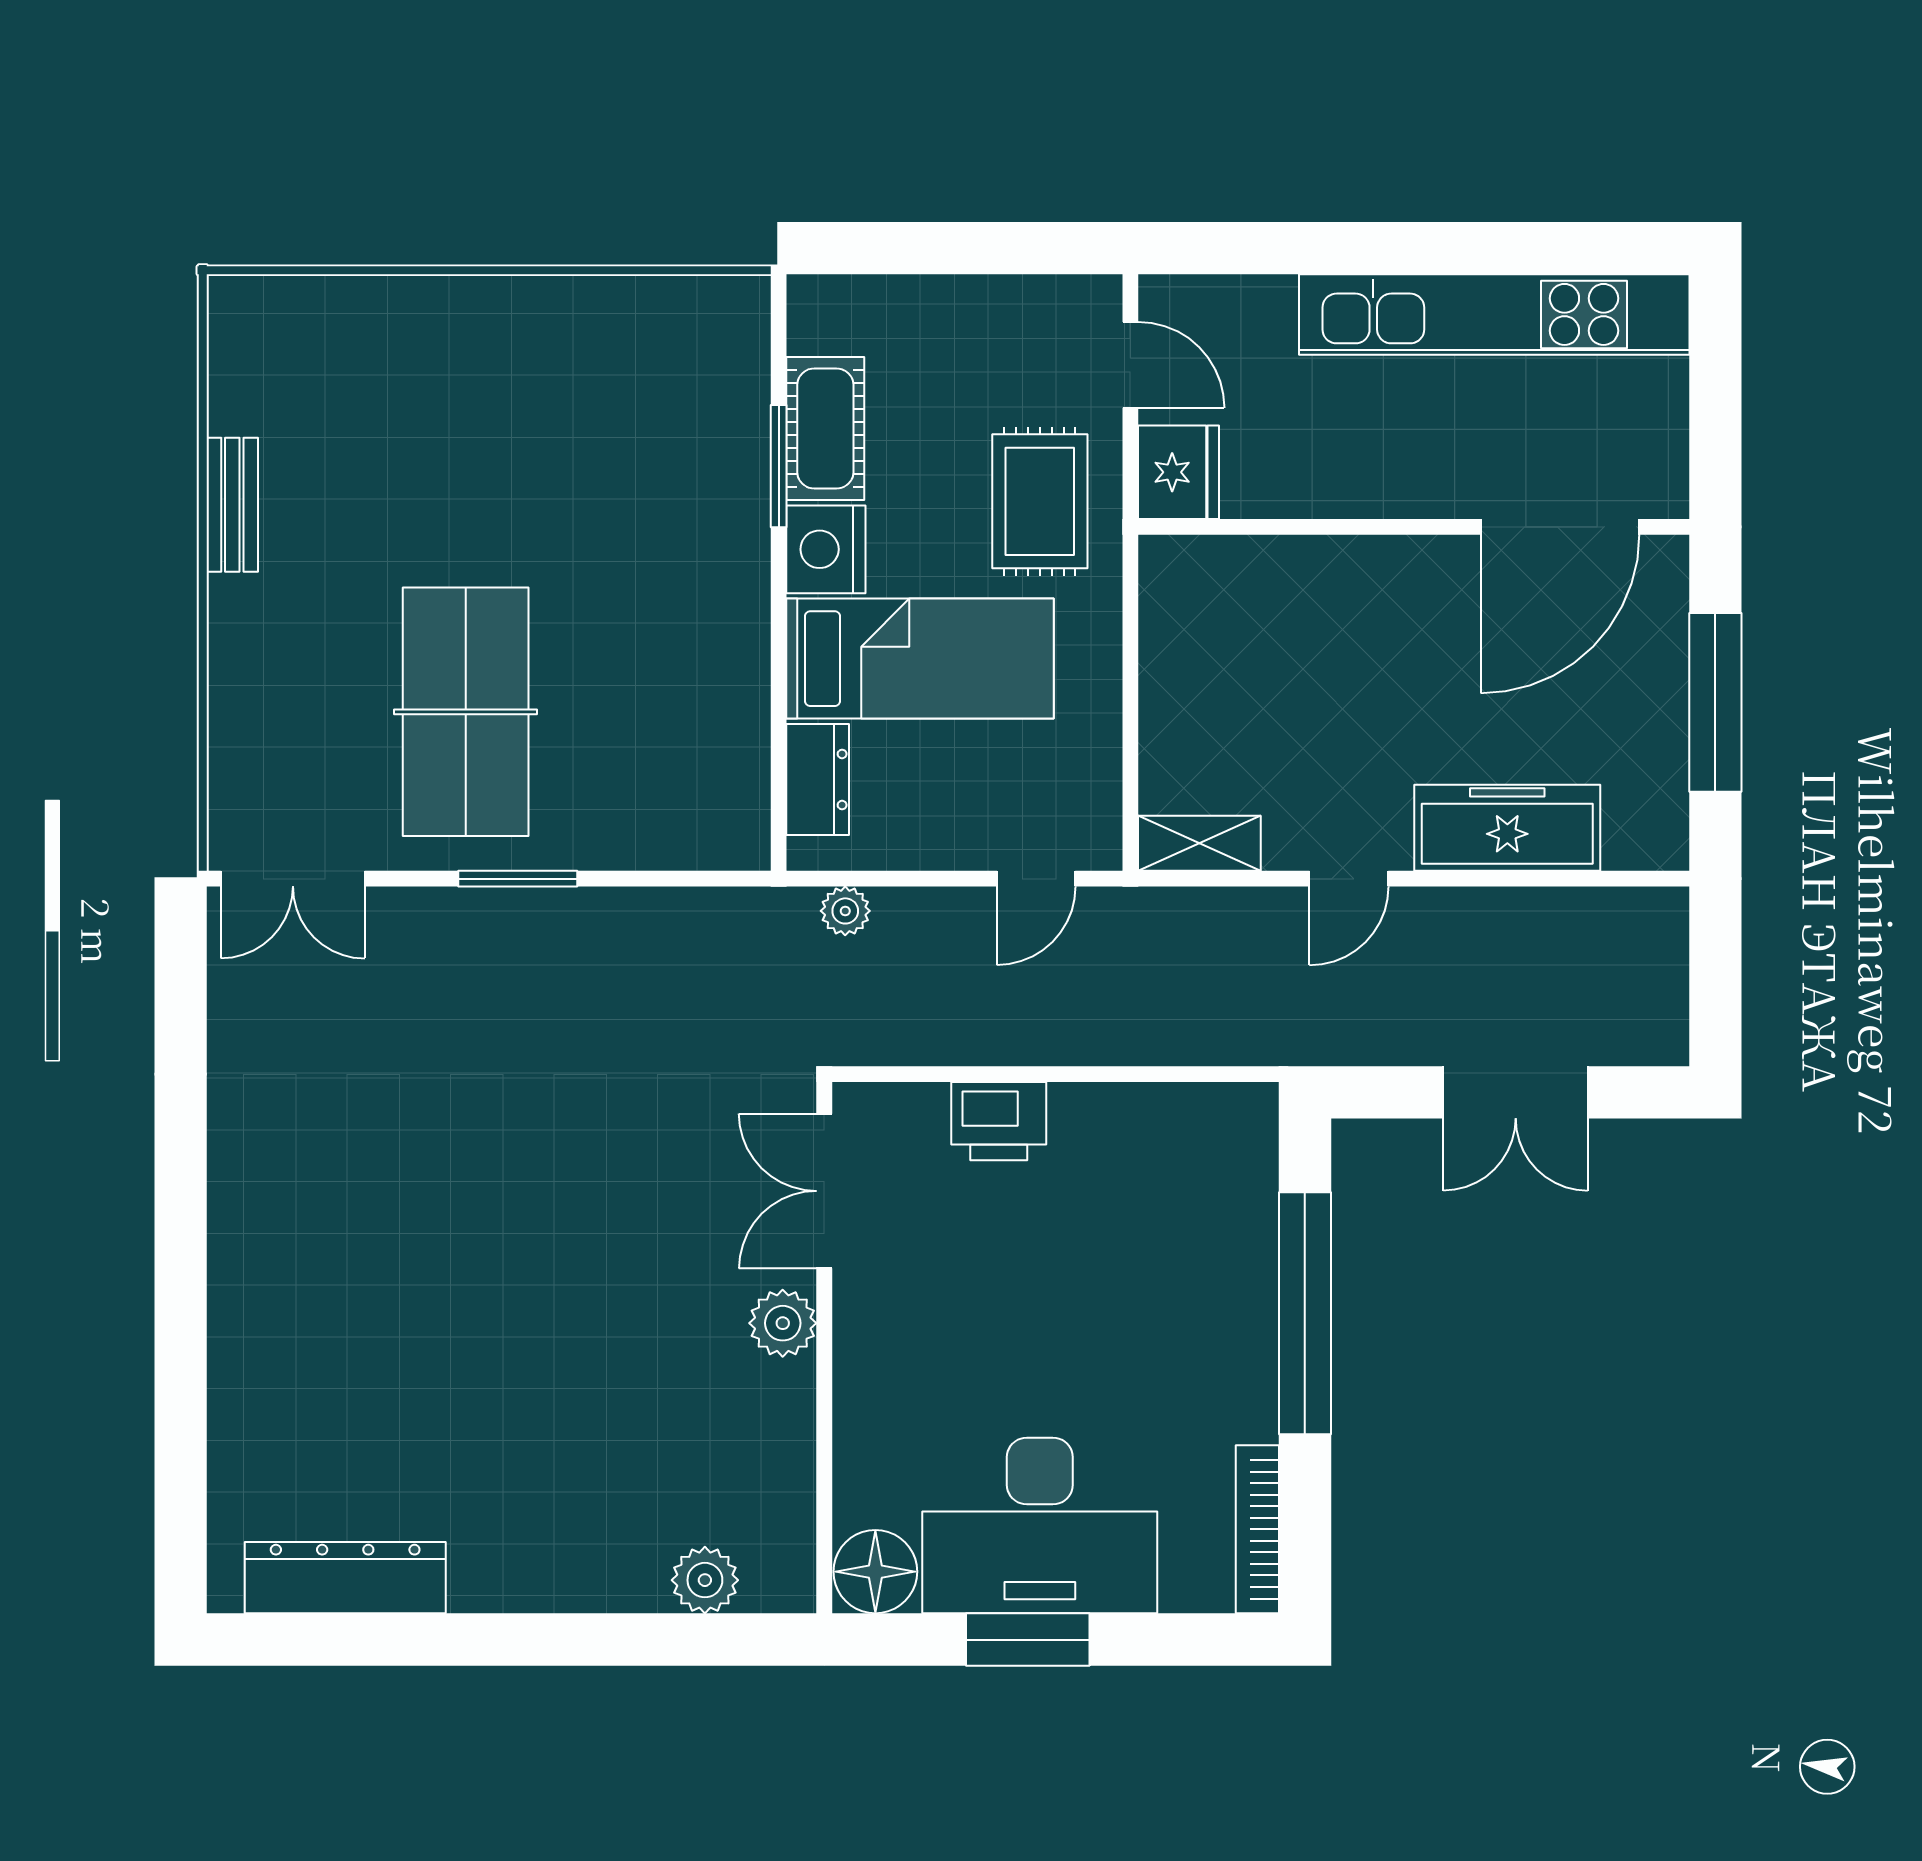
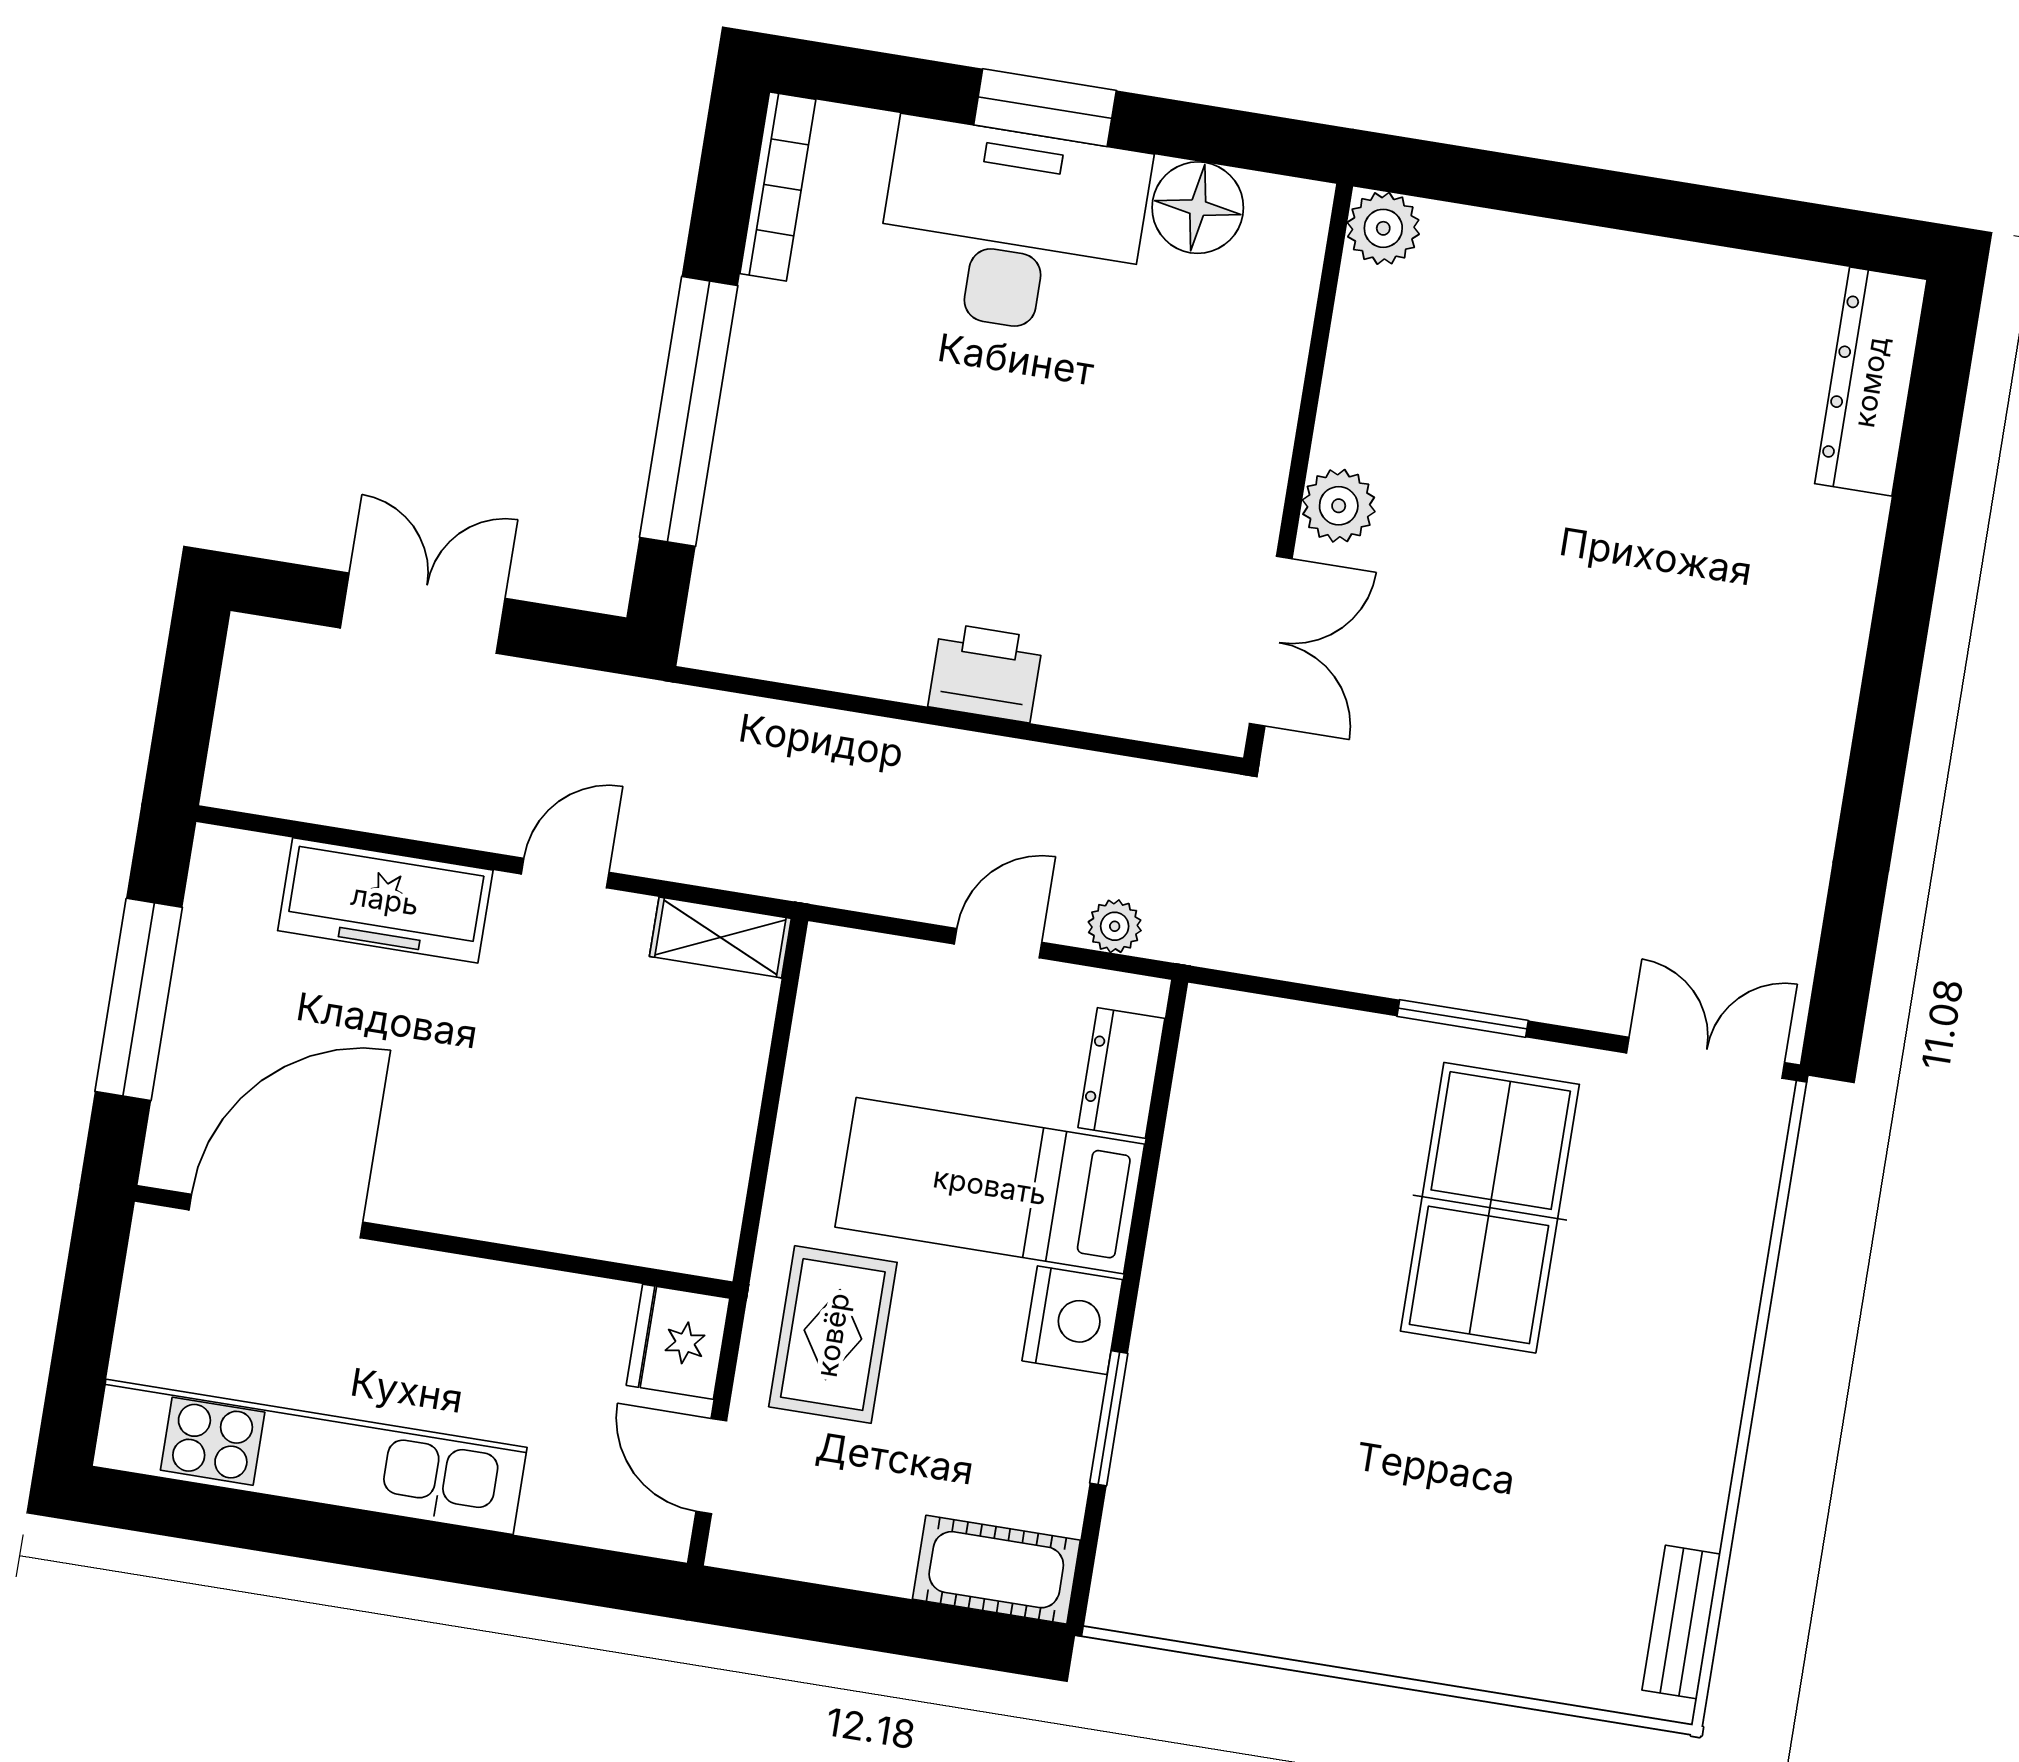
cot: (825, 429) -> (996, 1570), moved, turned 90
bench: (232, 505) -> (1681, 1622), moved
door: (1036, 879) -> (998, 943), moved
double door: (824, 1191) -> (1271, 641), moved
plant: (783, 1323) -> (1339, 506), moved
wall: (824, 1348) -> (1298, 472), moved
dresser: (345, 1578) -> (1871, 382), moved, turned 90

